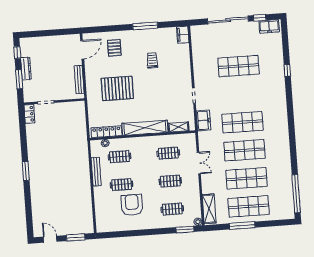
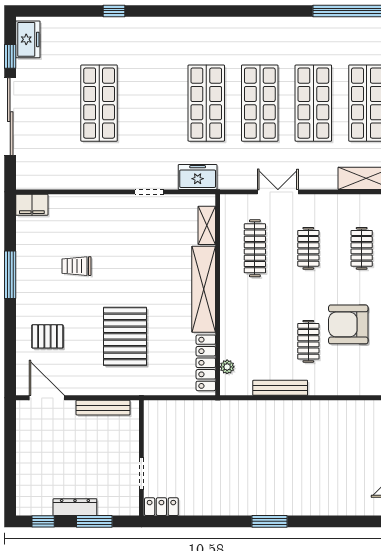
clothes rail: (168, 153) -> (255, 248), width x1.36
clothes rail: (120, 157) -> (255, 341), removed

